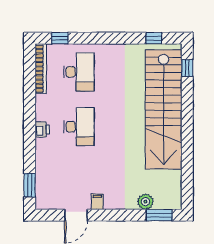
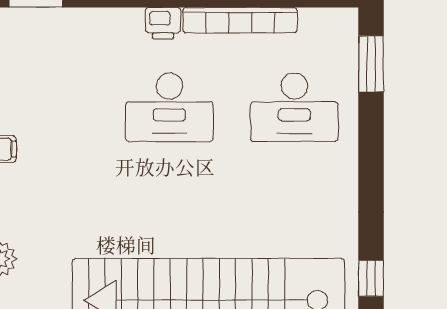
window: (60, 38) -> (371, 64), width x1.50
bookcase: (41, 69) -> (240, 20), moved

